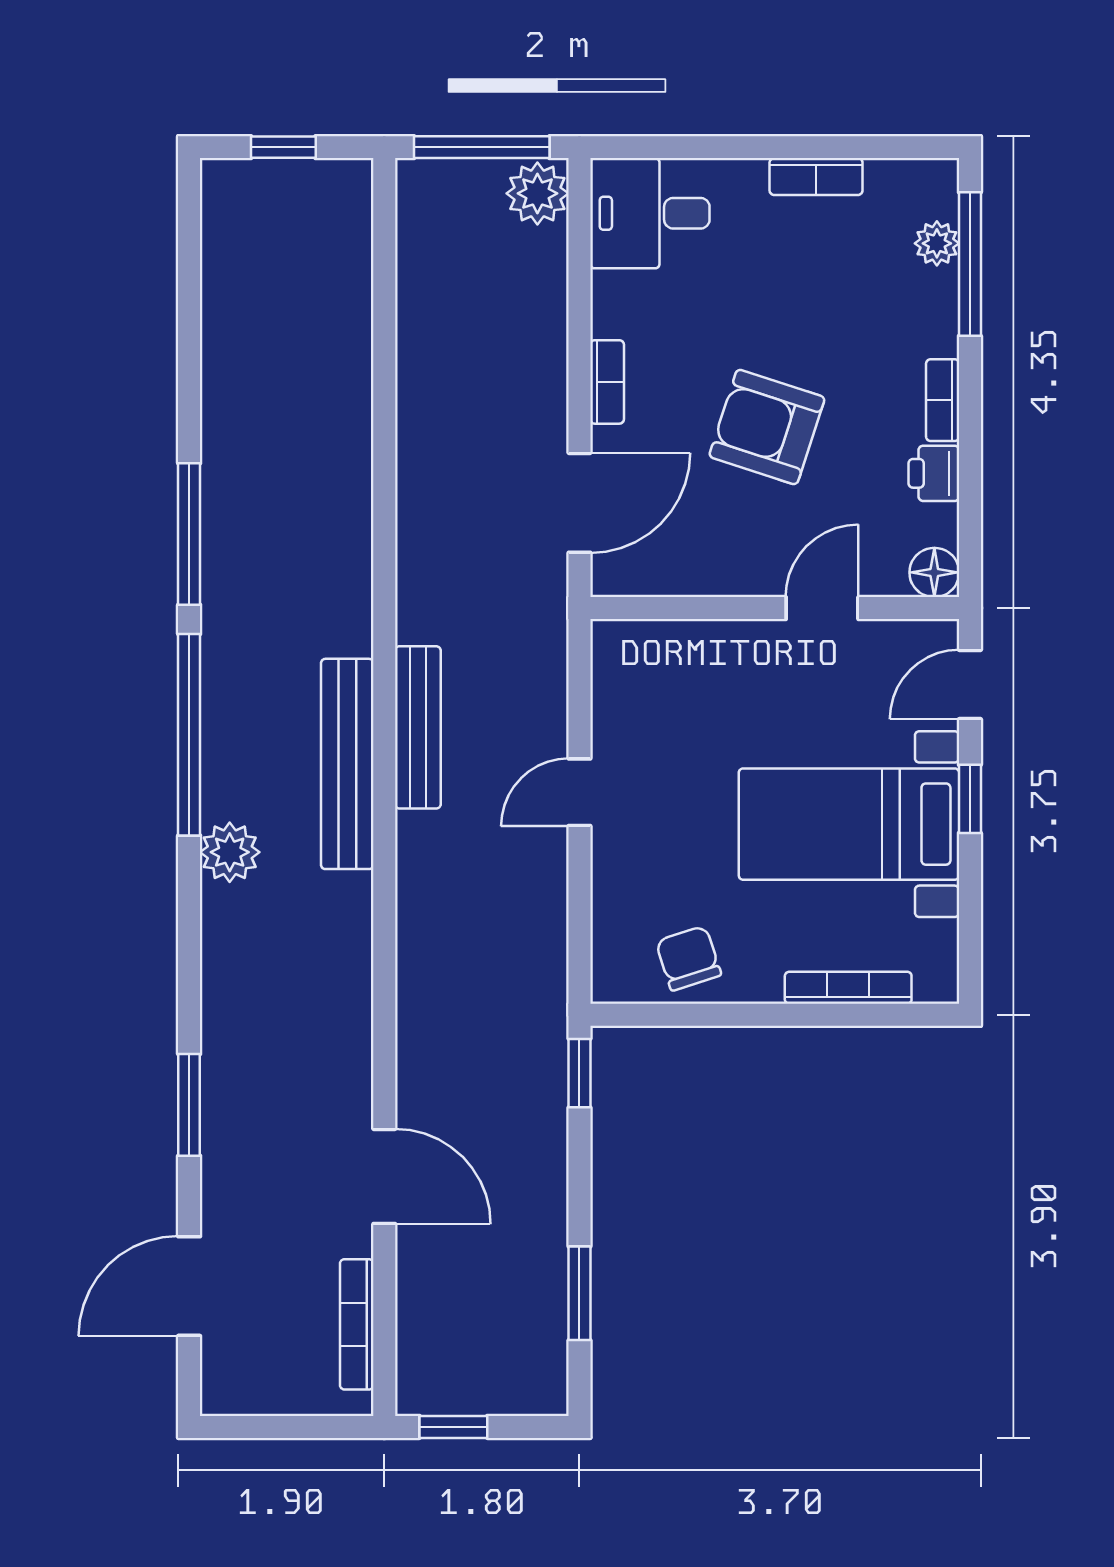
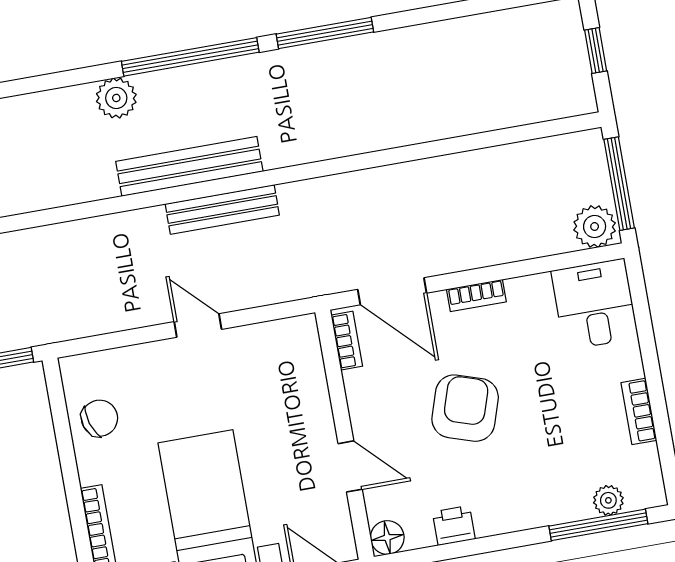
bookcase: (943, 400) -> (347, 341), moved, turned 90

